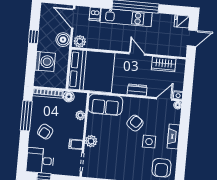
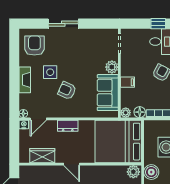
sofa: (105, 105) -> (108, 93), moved, turned -90
plant: (80, 115) -> (126, 113), moved
armchair: (135, 123) -> (67, 90), turned 79
filing cabinet: (76, 144) -> (128, 82), moved

